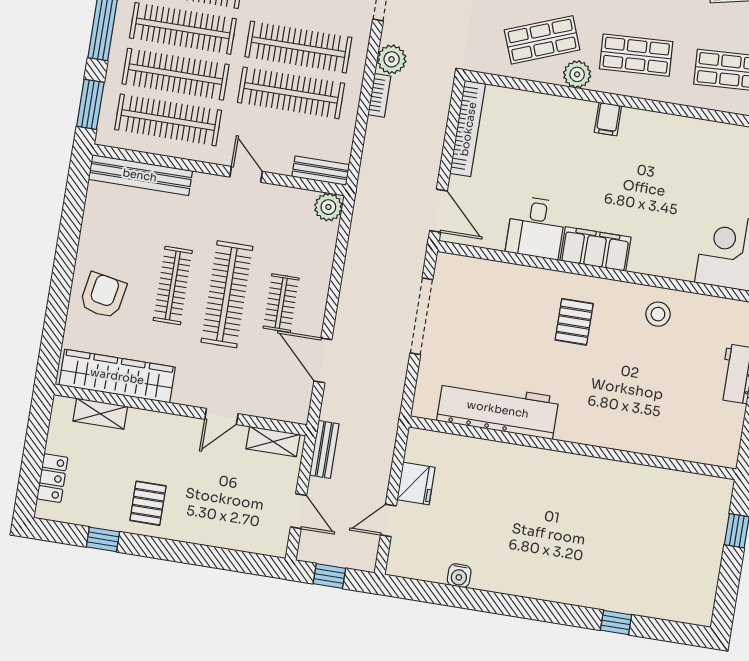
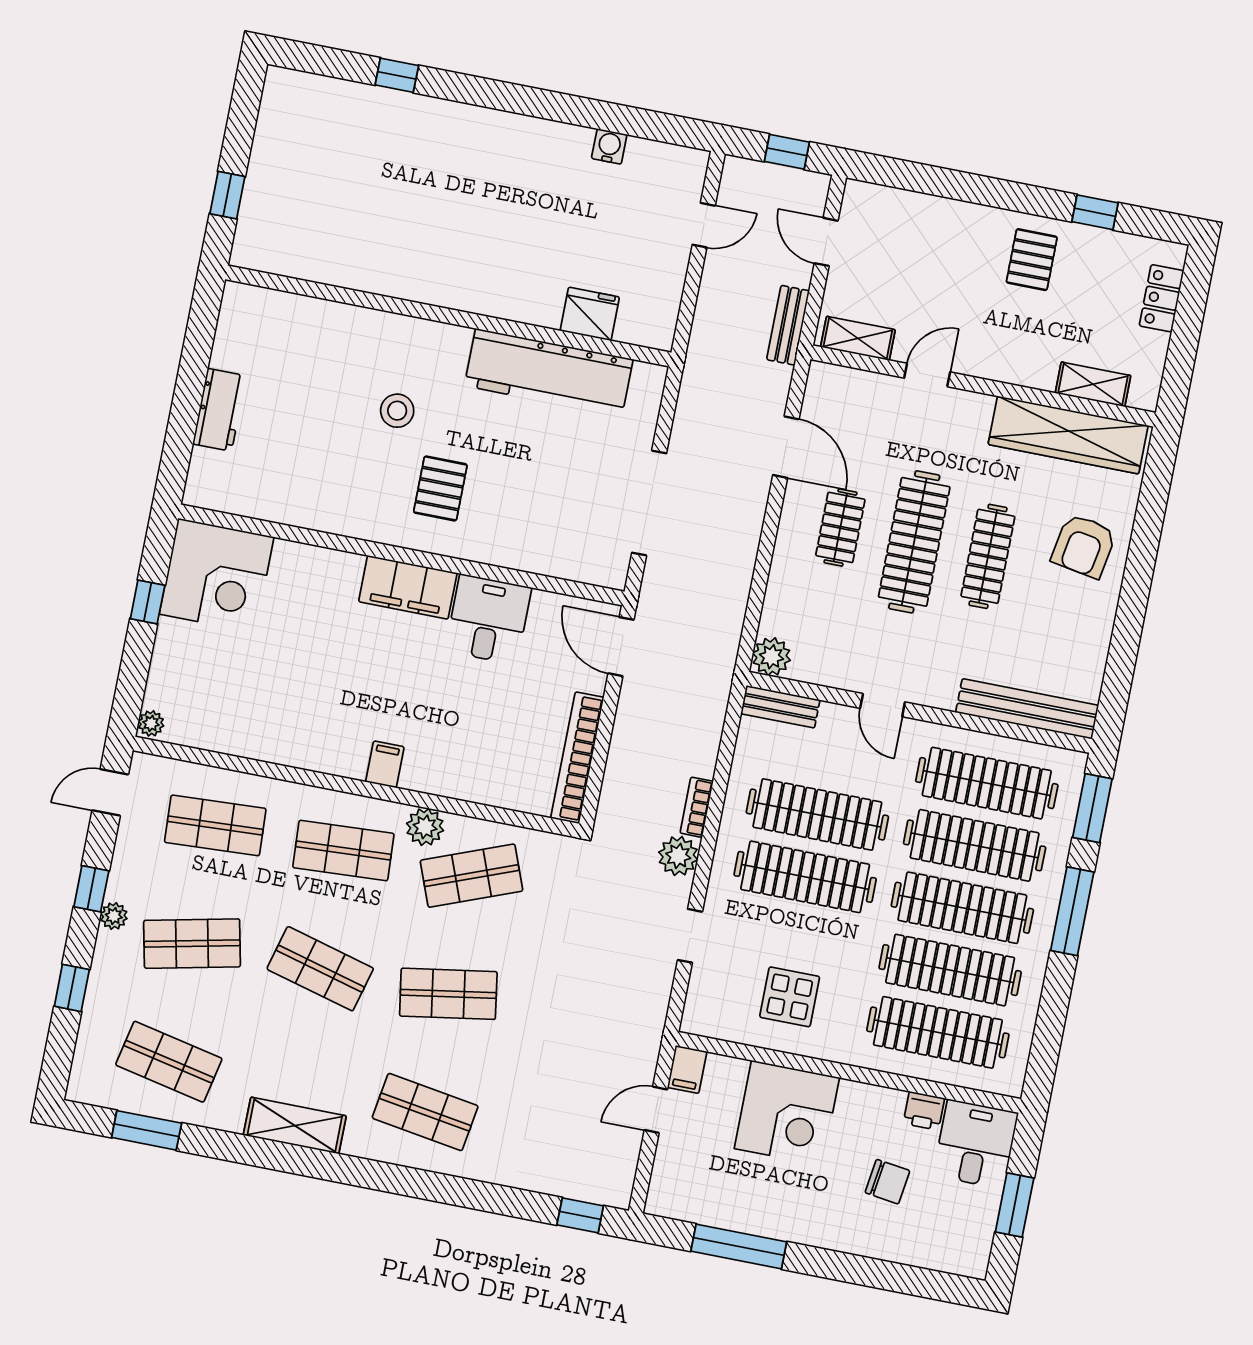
stool: (658, 314) -> (397, 411), moved
fridge: (416, 484) -> (590, 314), moved, turned 90

